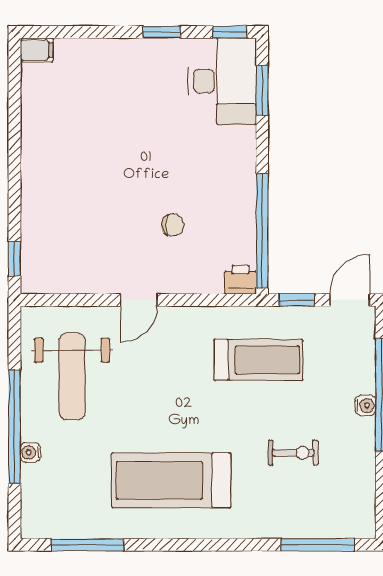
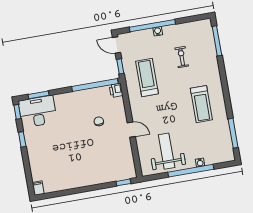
weight bench: (72, 376) -> (167, 151), turned -90
treadmill: (171, 480) -> (201, 104), width x0.73, depth x0.73

